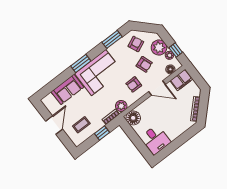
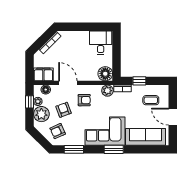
sofa: (67, 89) -> (146, 137), width x1.36
door: (54, 125) -> (173, 117), hinge flipped

